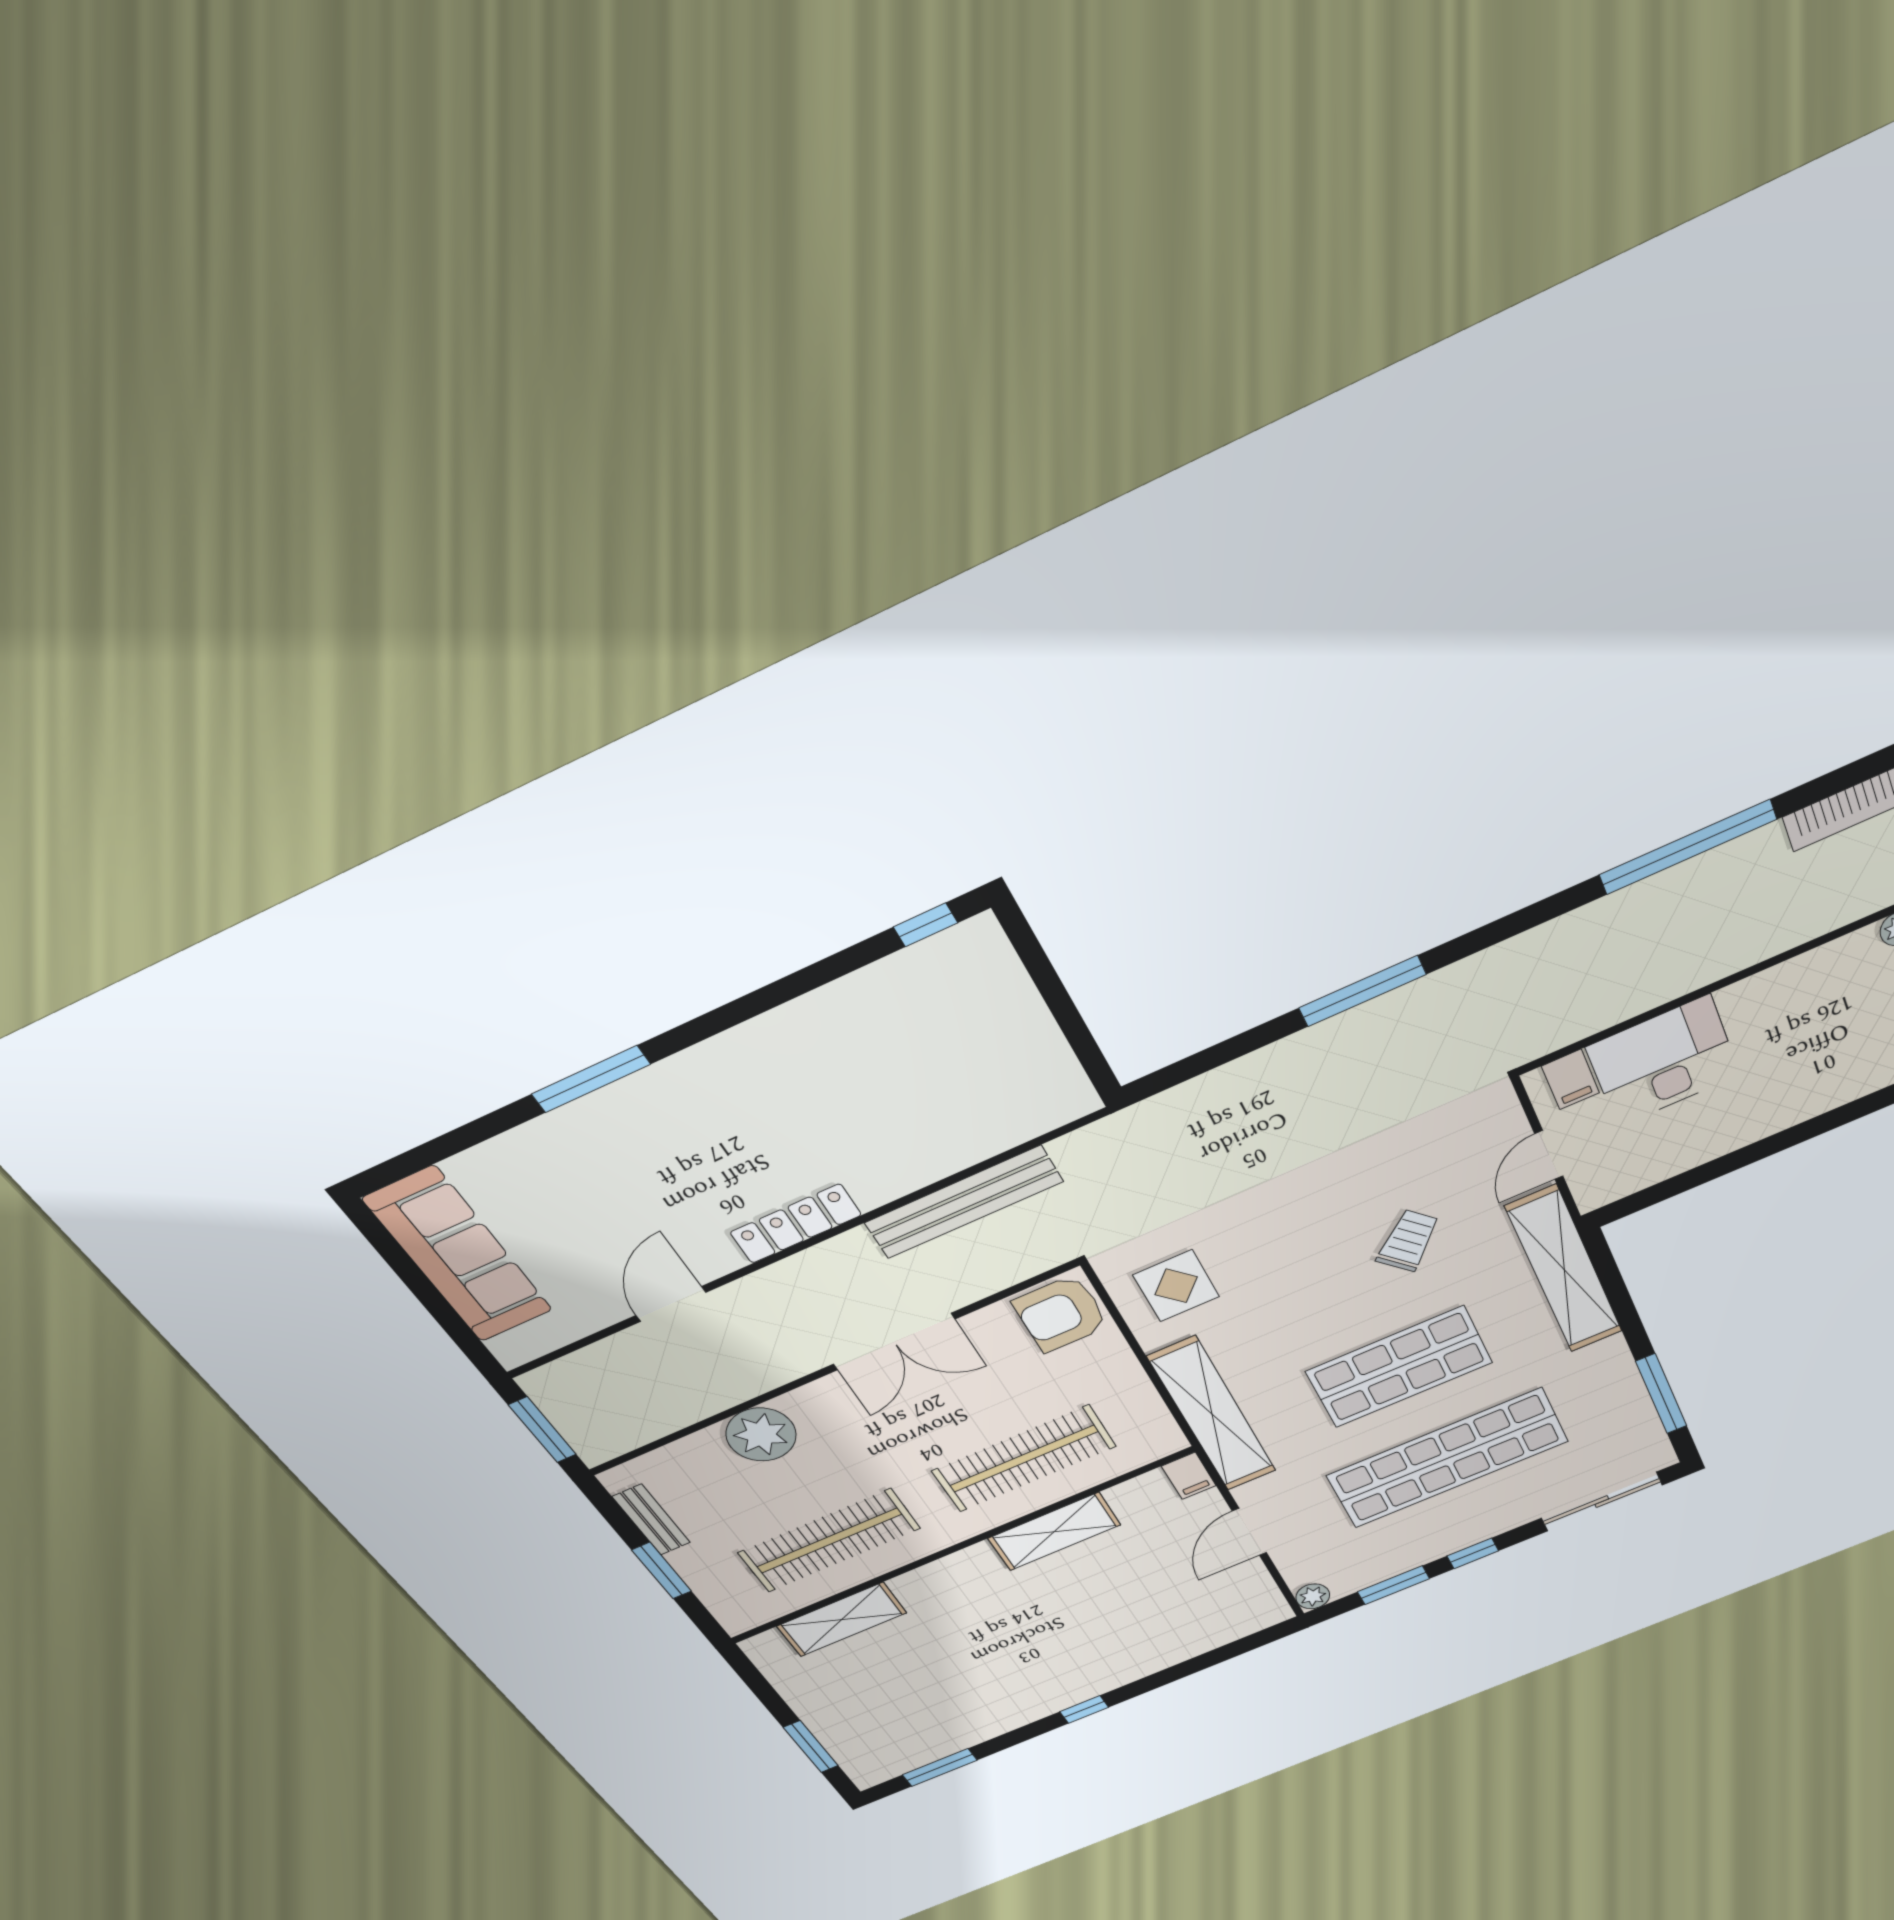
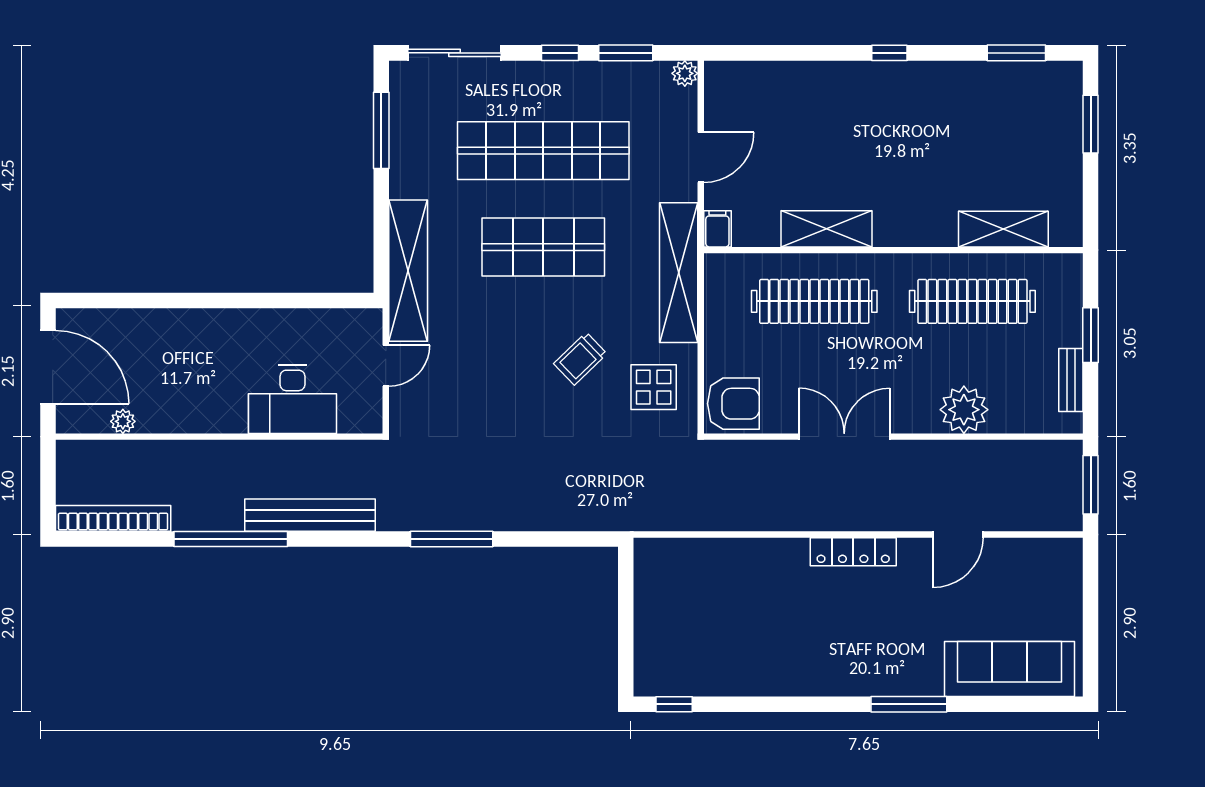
filing cabinet: (1570, 1079) -> (353, 415), removed
bench: (964, 1202) -> (310, 515), moved
trolley: (1408, 1241) -> (580, 359), moved
sofa: (458, 1255) -> (1010, 669), moved, turned 90

